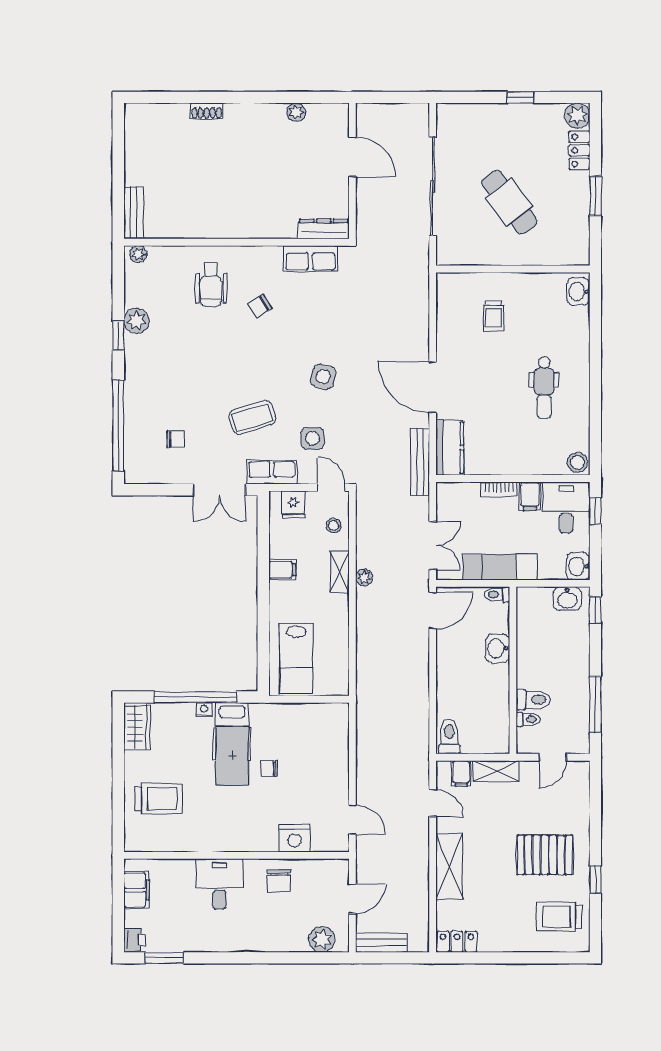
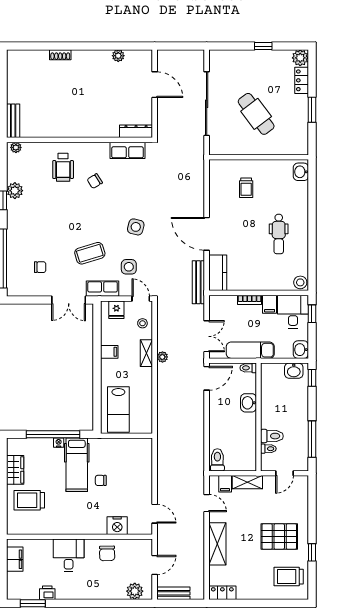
wardrobe: (137, 727) -> (15, 470), moved
trolley: (159, 799) -> (29, 500), turned 180
printer: (134, 940) -> (47, 593), moved, turned -90

